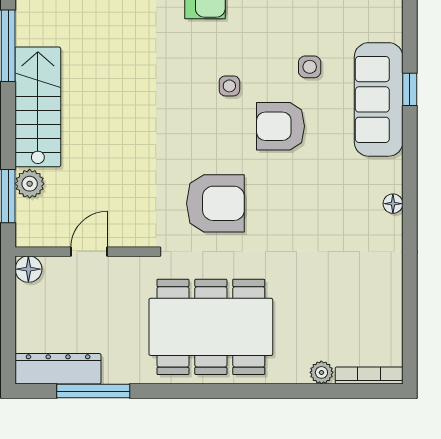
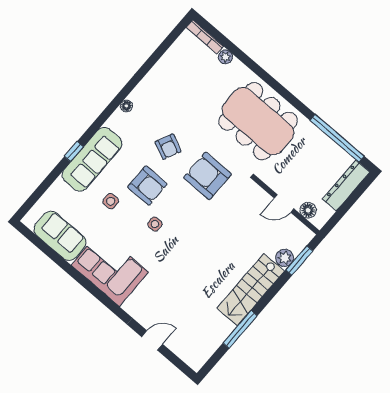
armchair: (297, 197) -> (168, 147), added
floor lamp: (28, 269) -> (308, 210), moved
dresser: (58, 369) -> (346, 186), moved, turned 90
window: (93, 391) -> (337, 138), width x1.46

